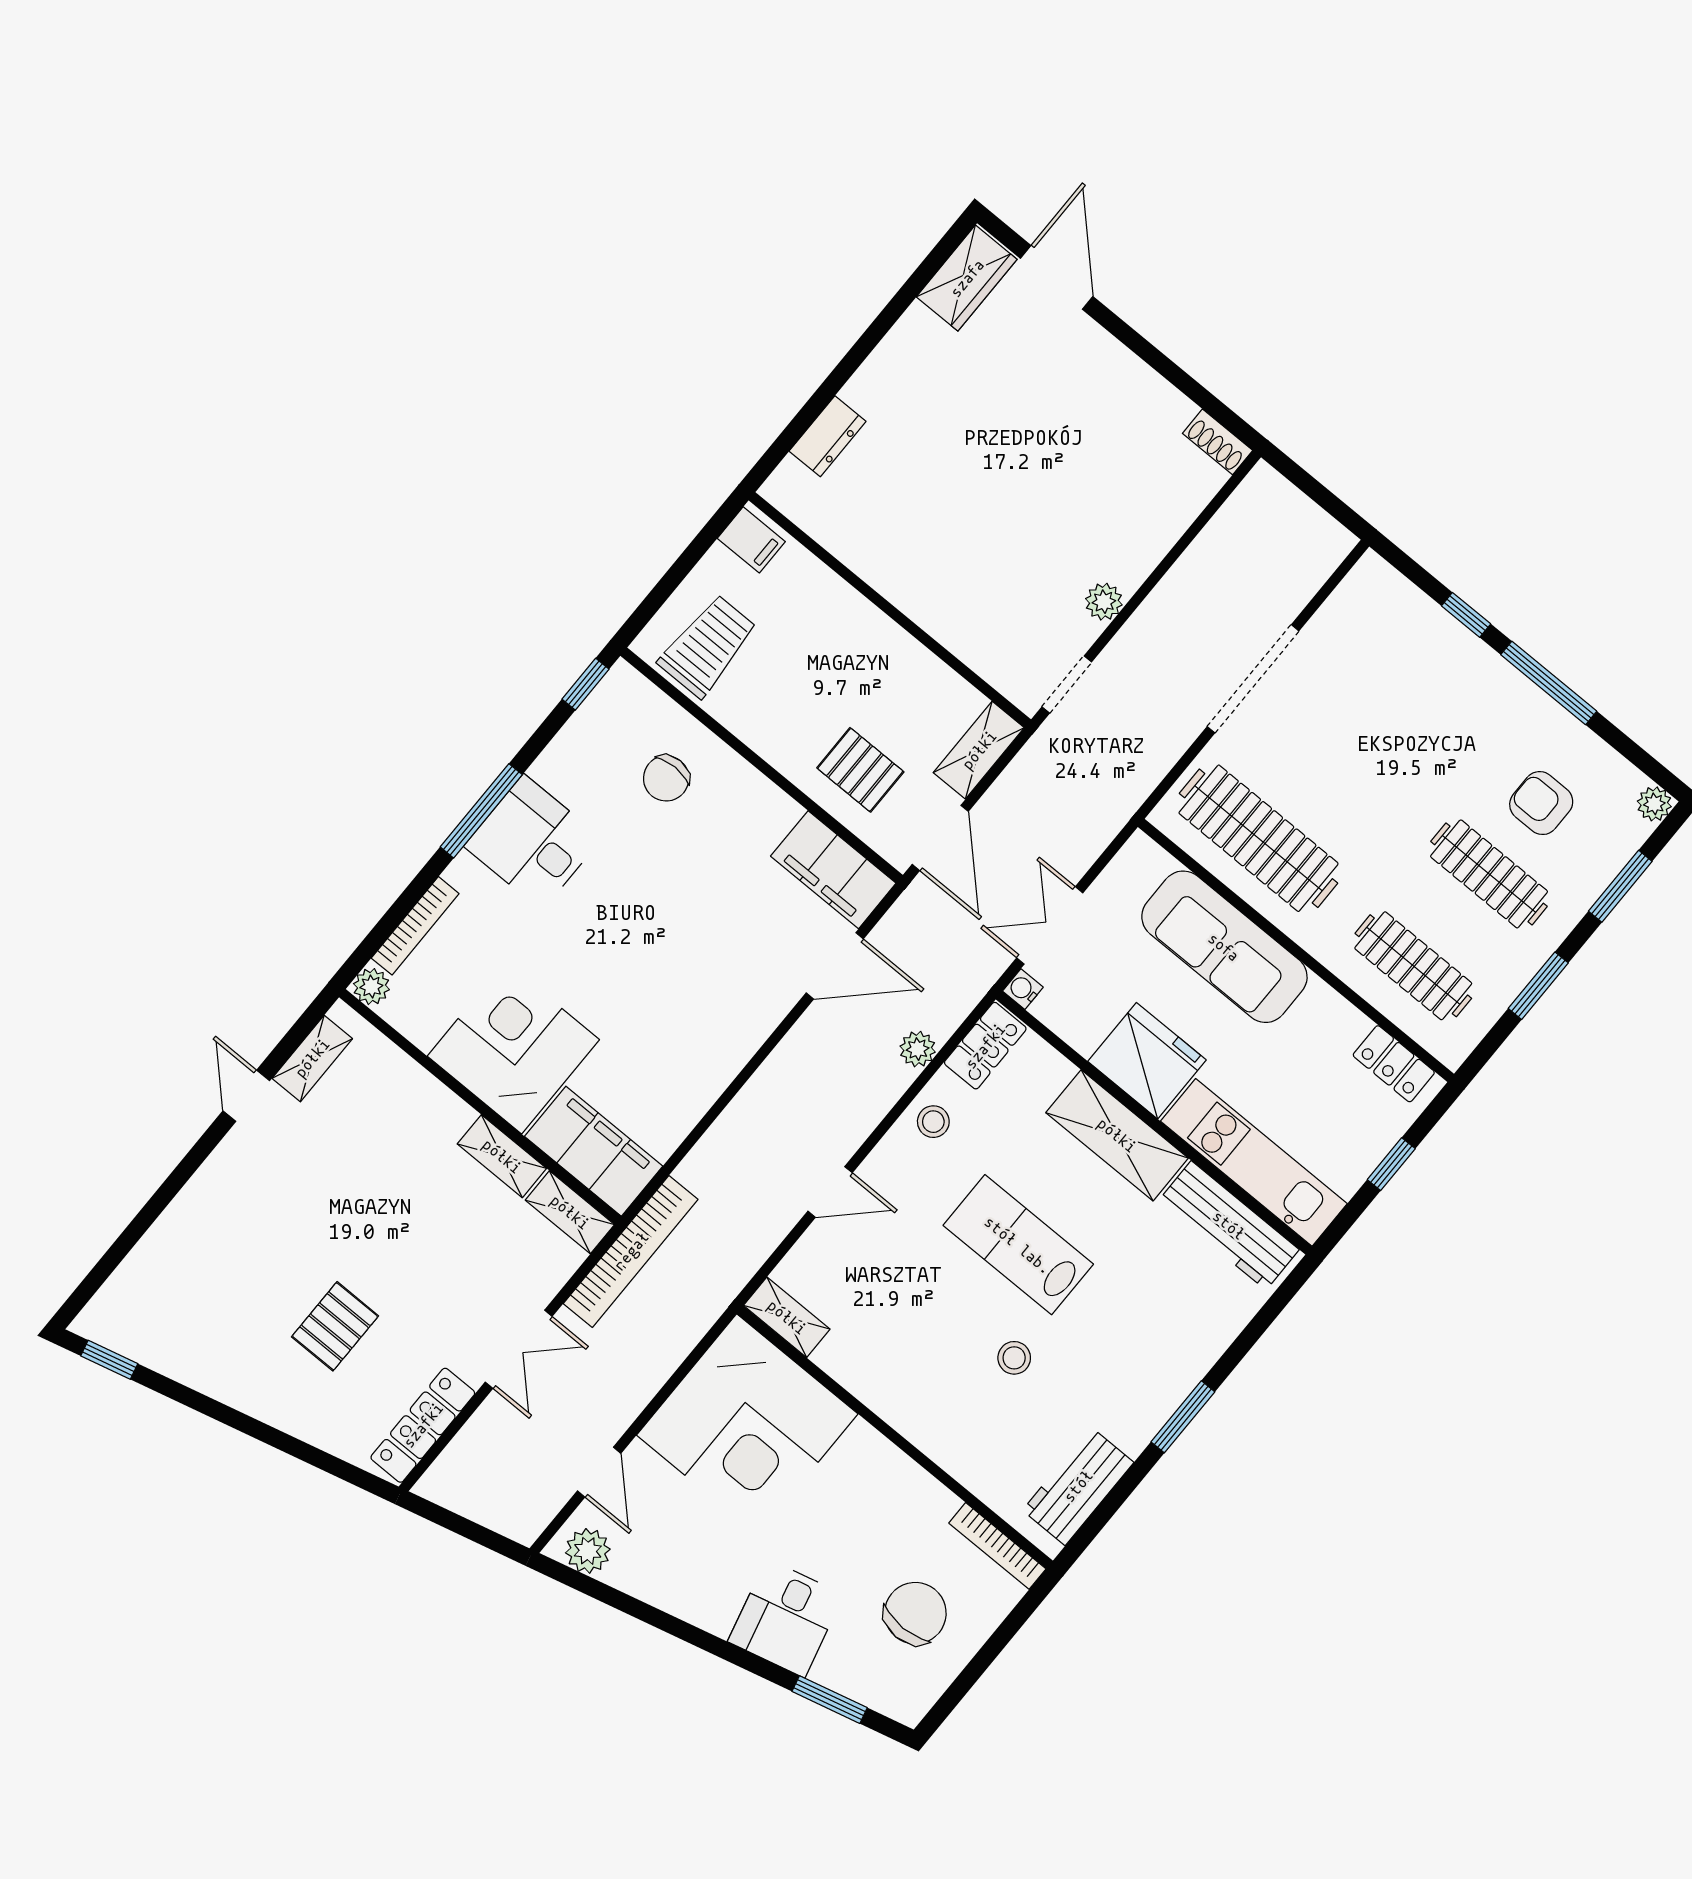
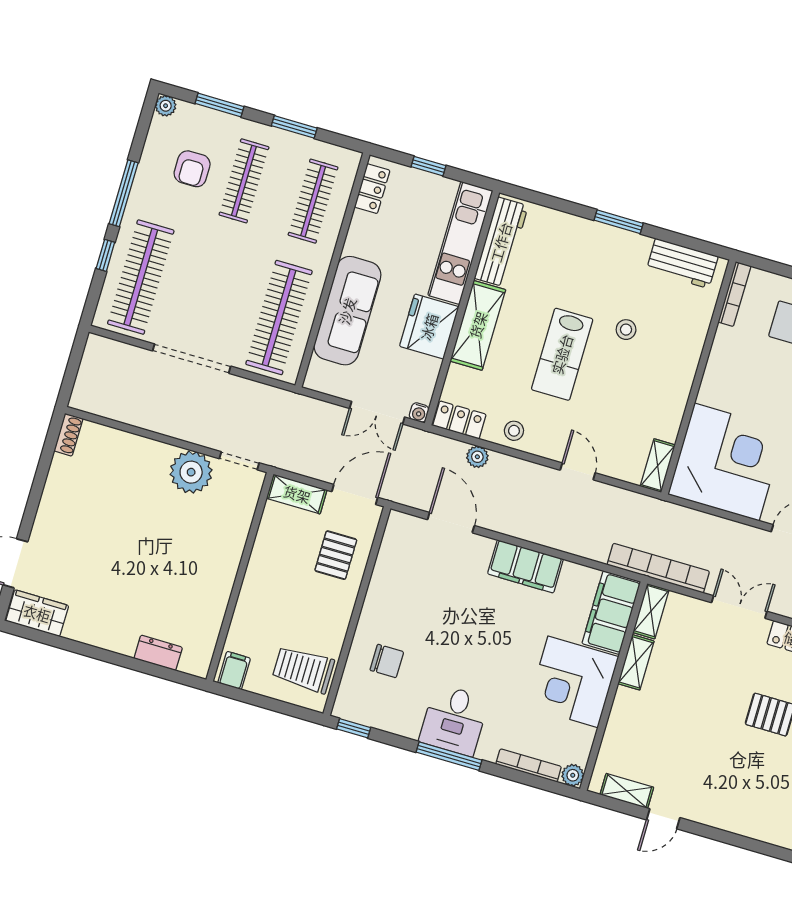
plant: (1104, 602) -> (191, 472), width x1.87, depth x1.87
clothes rail: (1410, 654) -> (141, 277), added
filing cabinet: (833, 870) -> (525, 566), moved, turned 90

